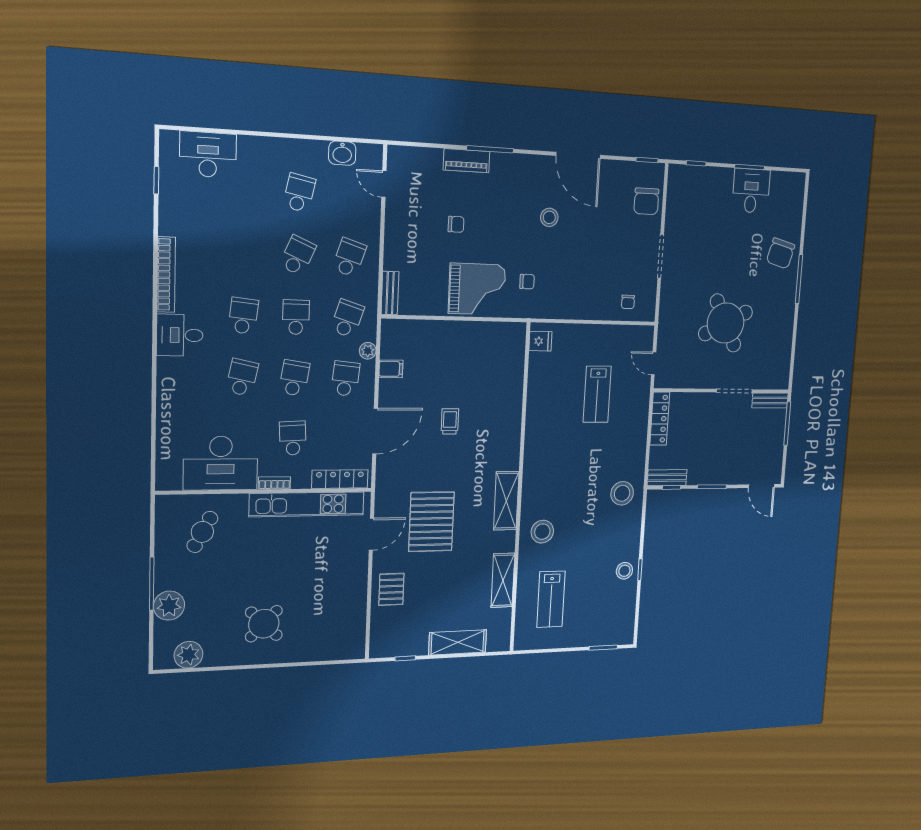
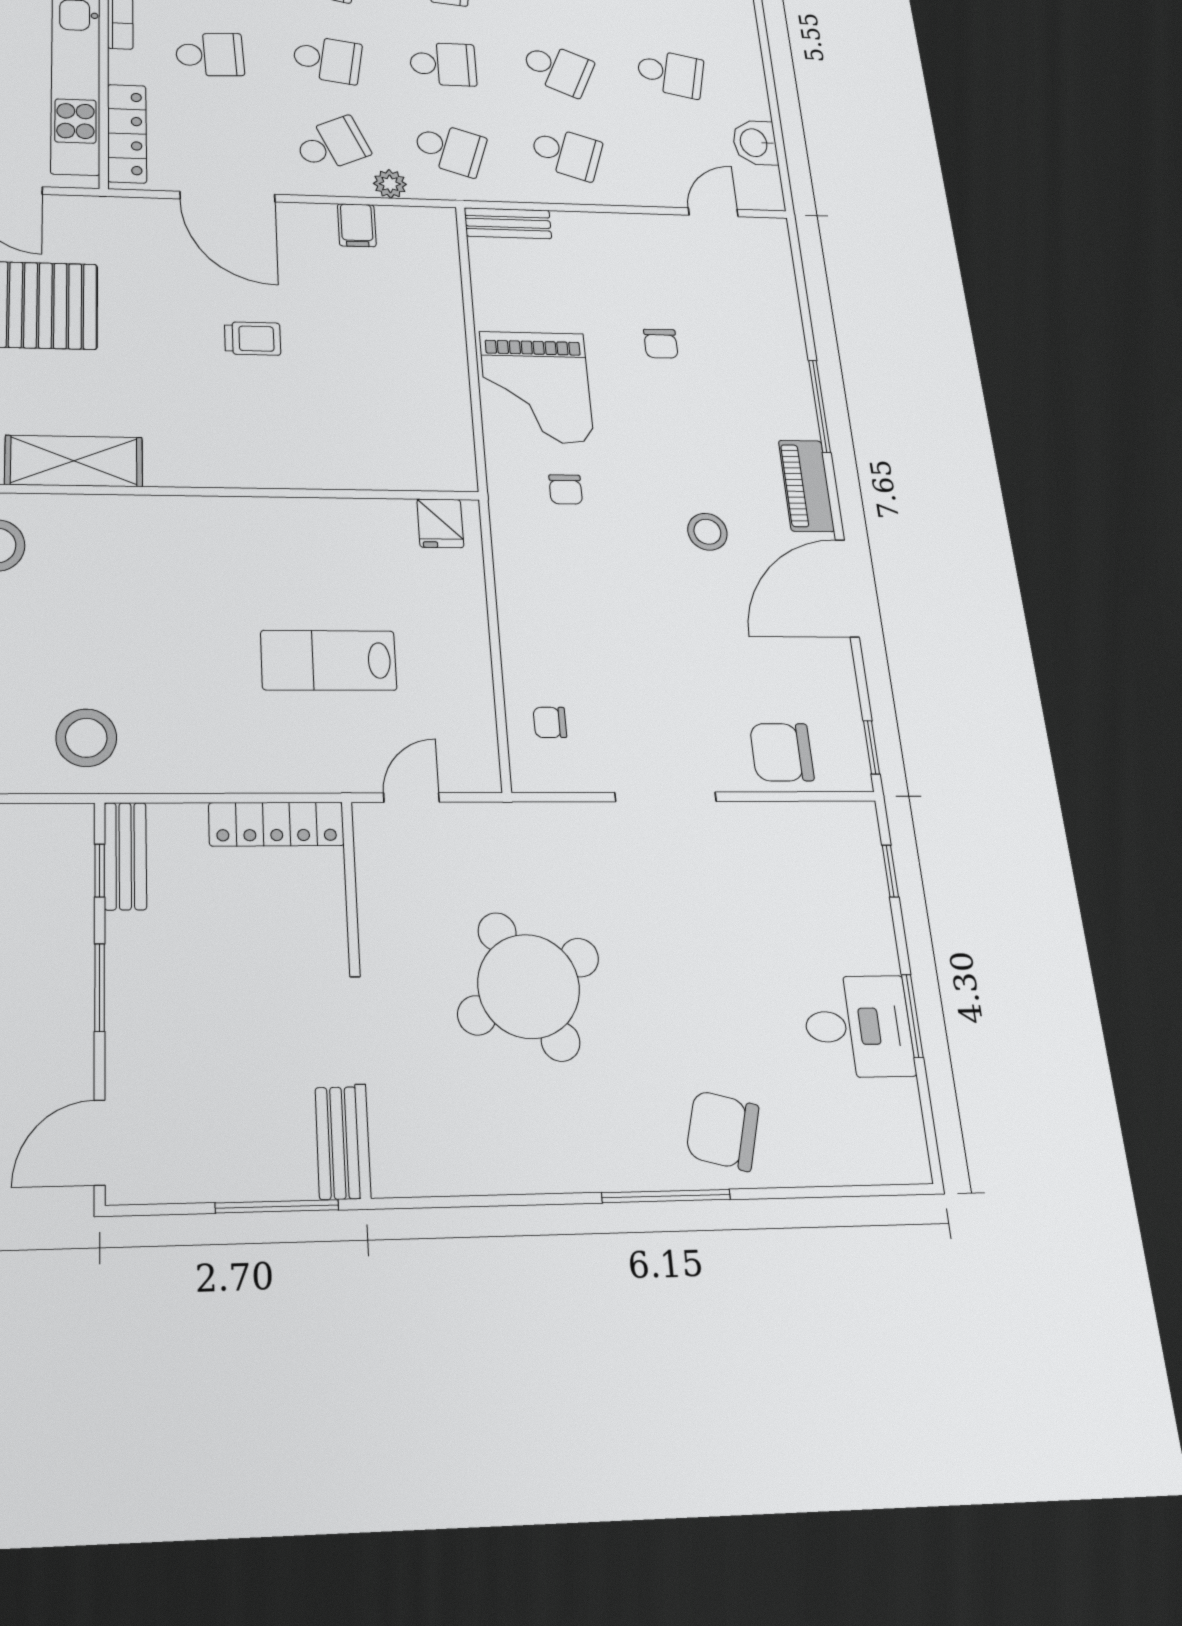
piano: (467, 161) -> (806, 486), moved
school desk: (345, 379) -> (332, 145), turned -30

